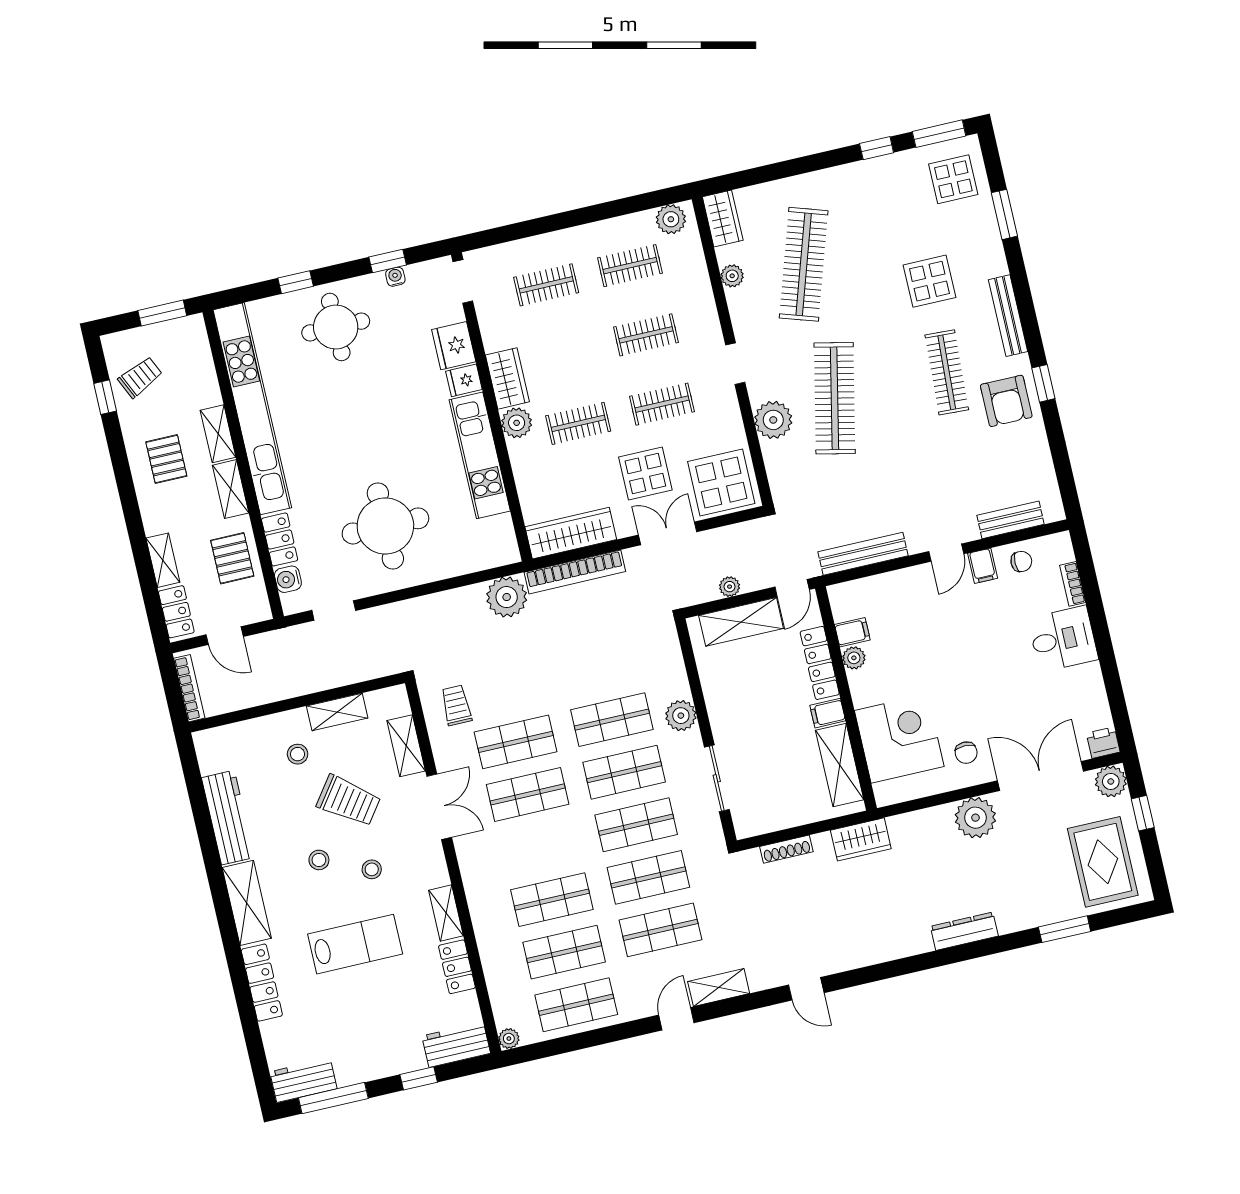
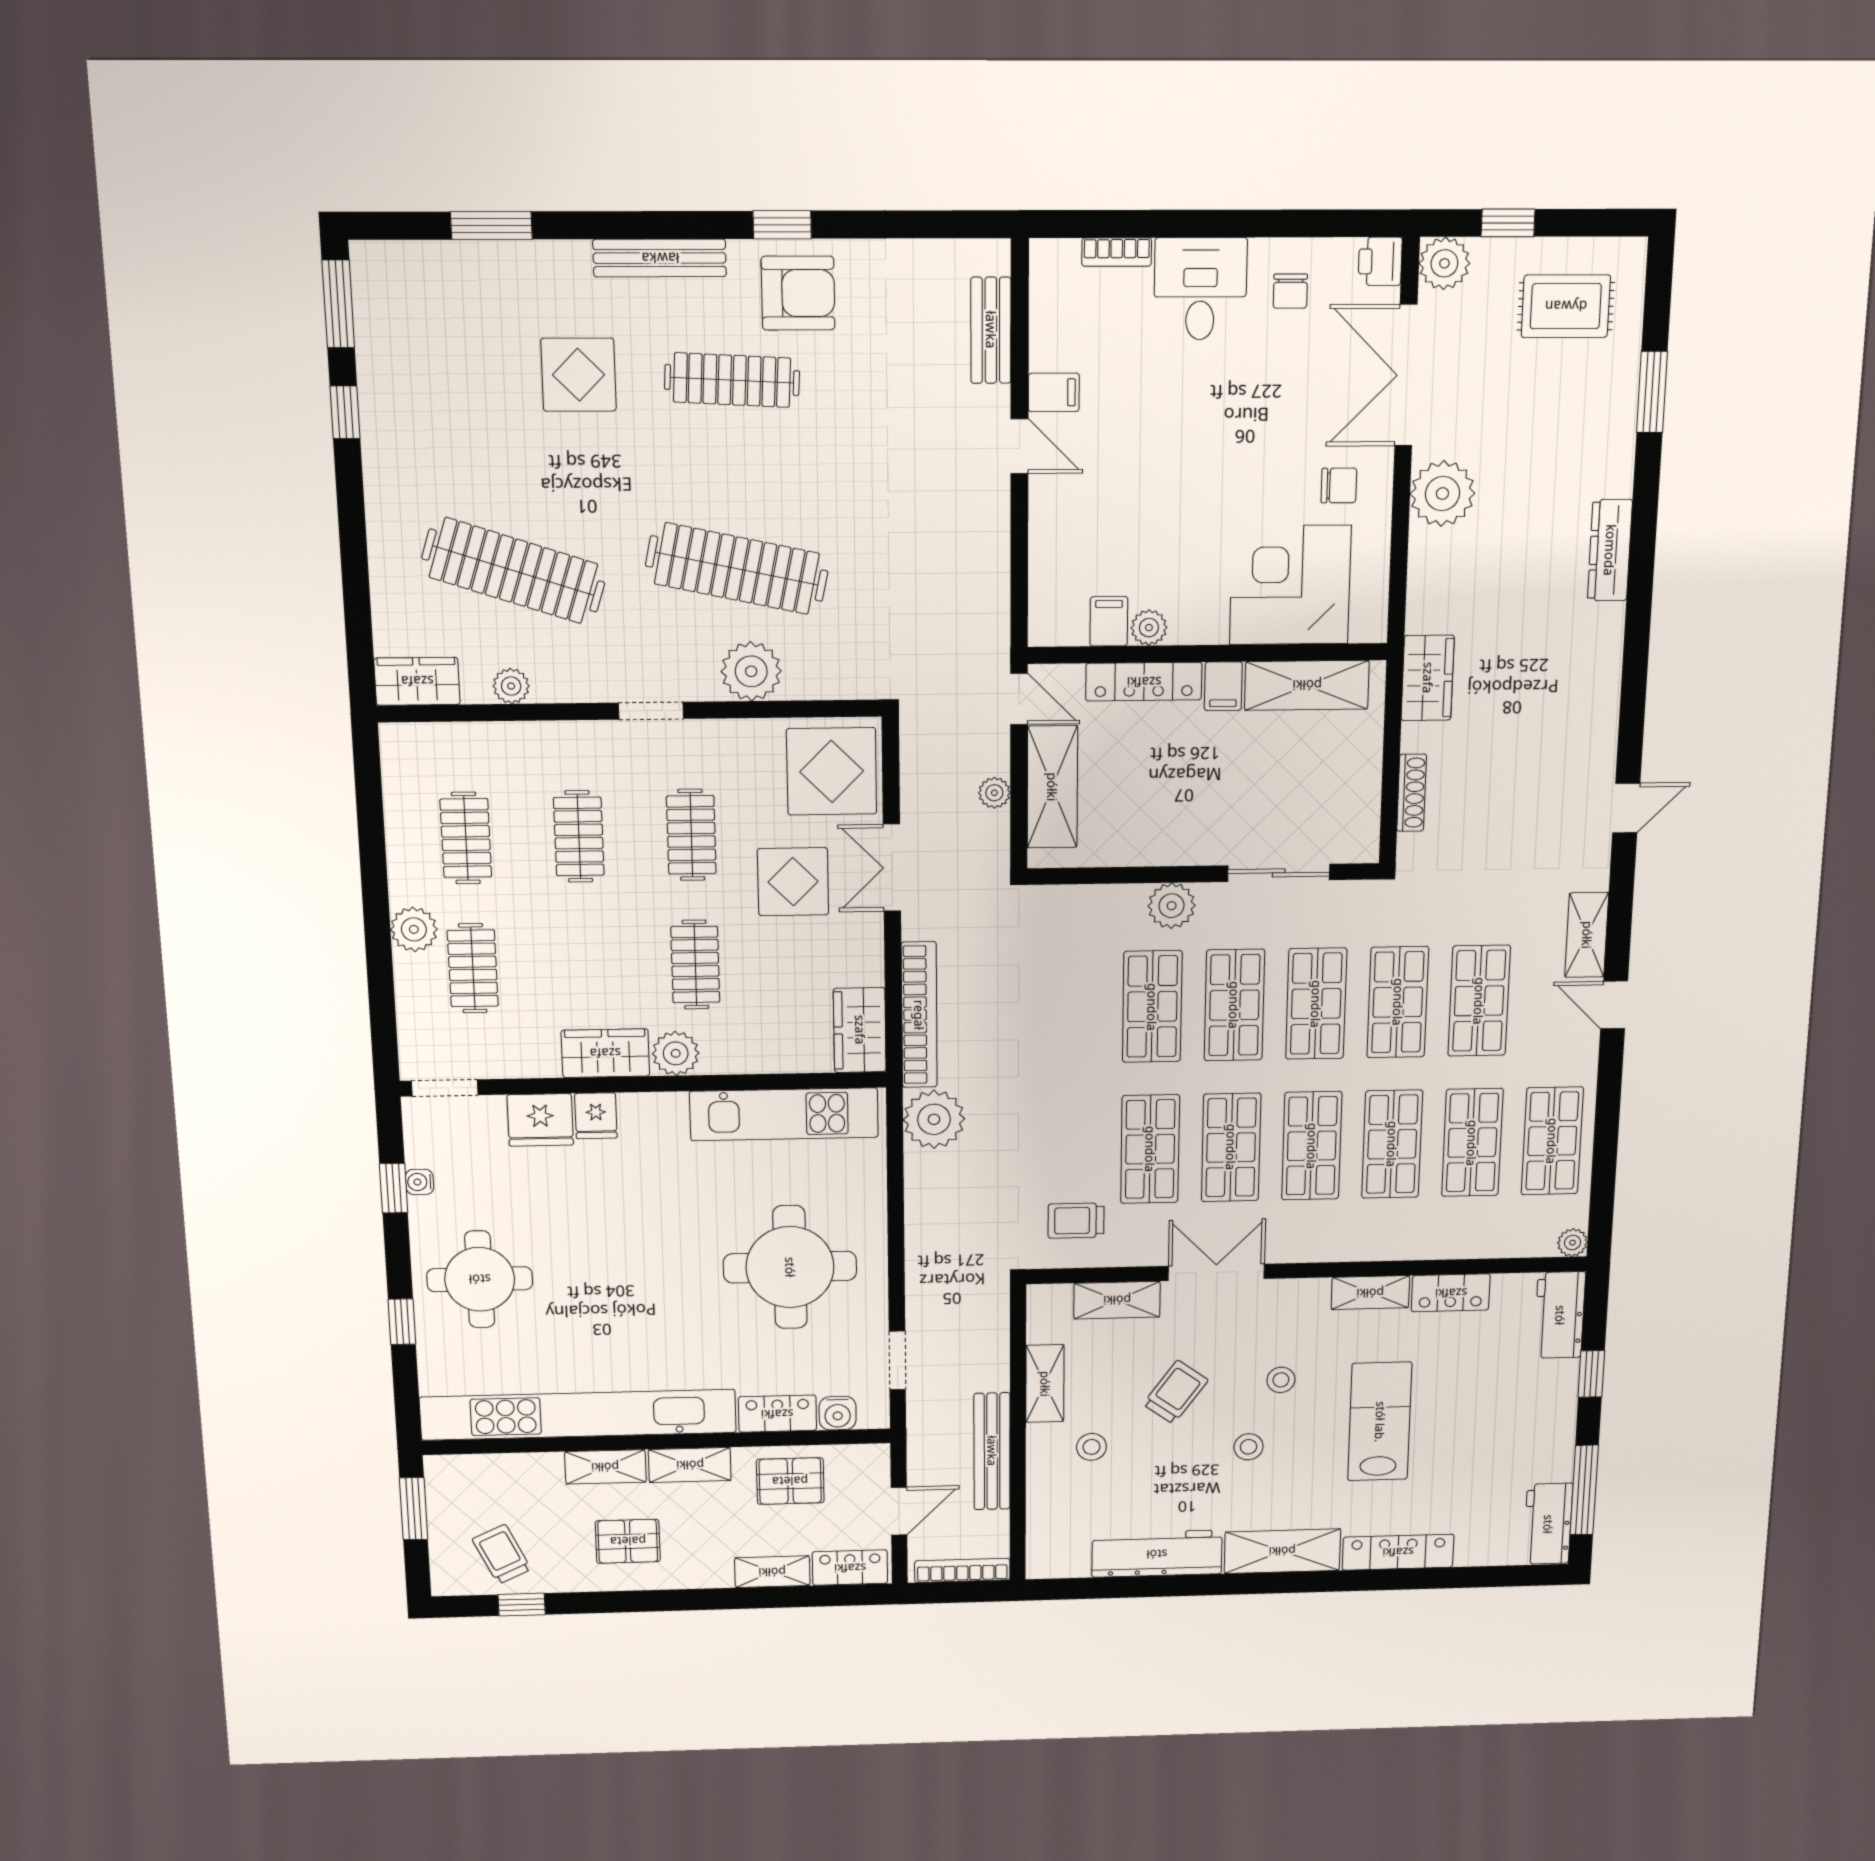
display table: (953, 179) -> (418, 297), removed
plant: (671, 219) -> (414, 929), moved
kitchen unit: (480, 455) -> (784, 1114), moved
wardrobe: (571, 533) -> (860, 1030), width x0.67
bench: (863, 554) -> (992, 1451), moved
chair: (1021, 561) -> (1290, 291), moved, turned 180
trolley: (349, 801) -> (1175, 1392), width x0.73, depth x0.72
shop shelf: (540, 847) -> (1312, 1146), added
rug: (1103, 862) -> (1566, 306), width x0.73, depth x0.70

